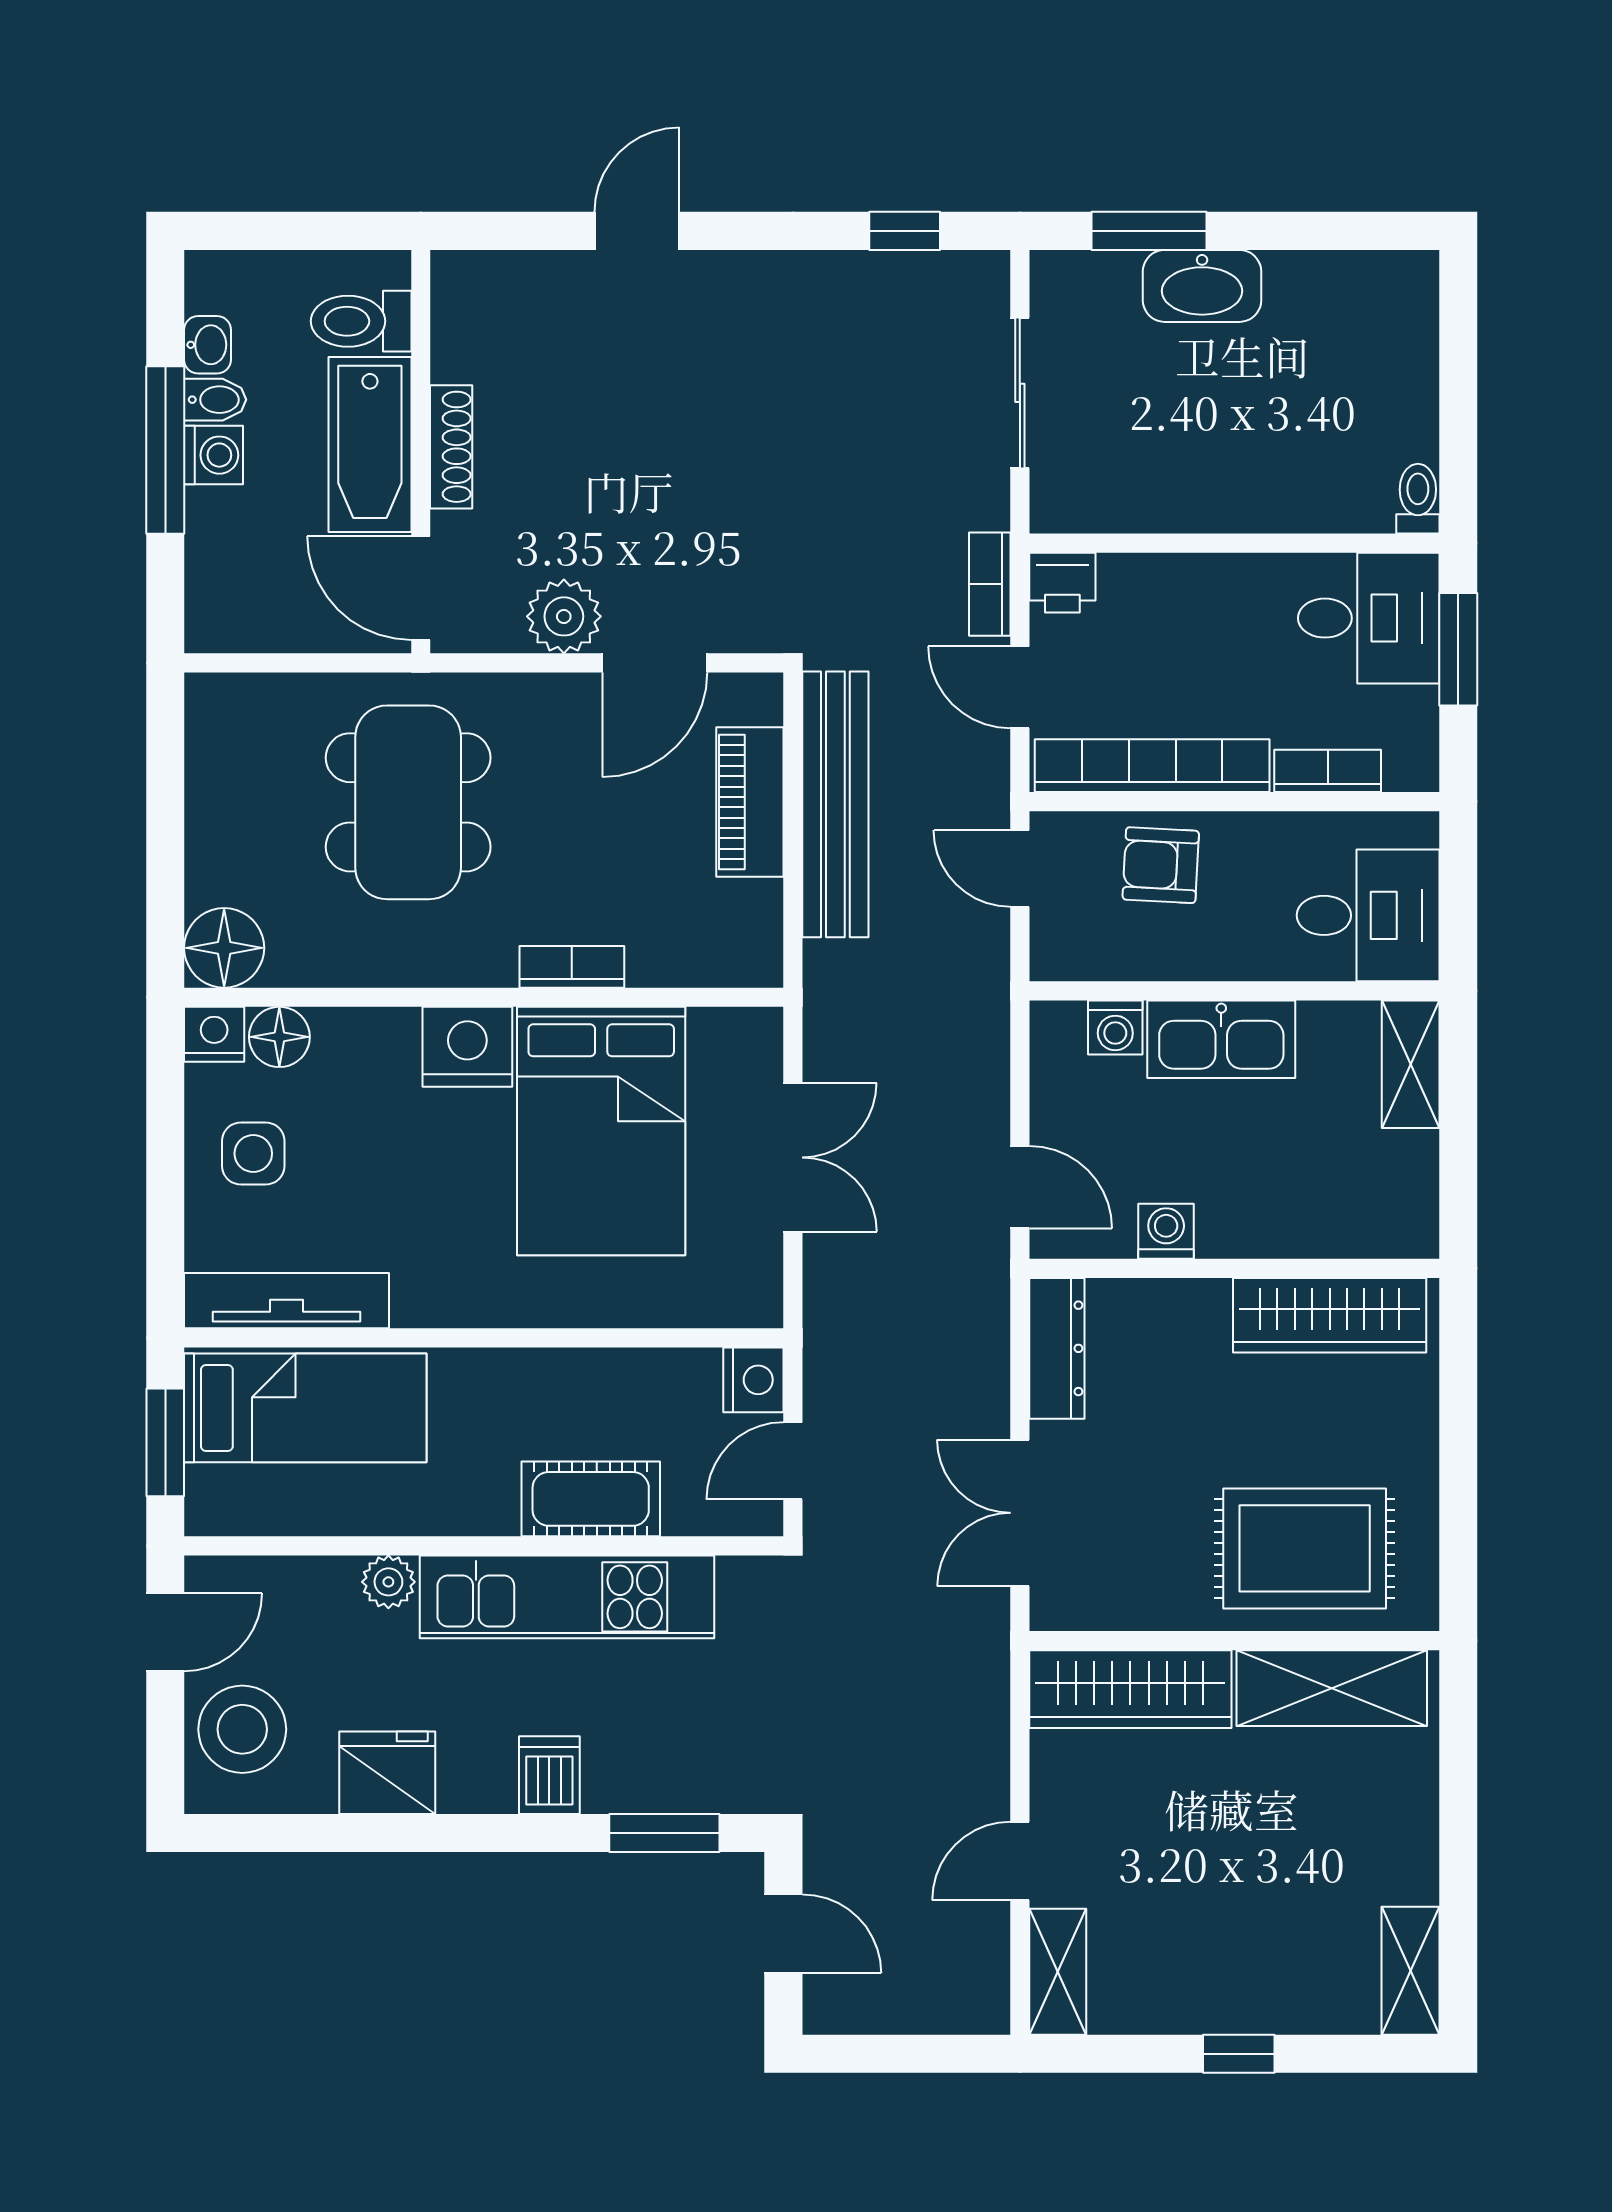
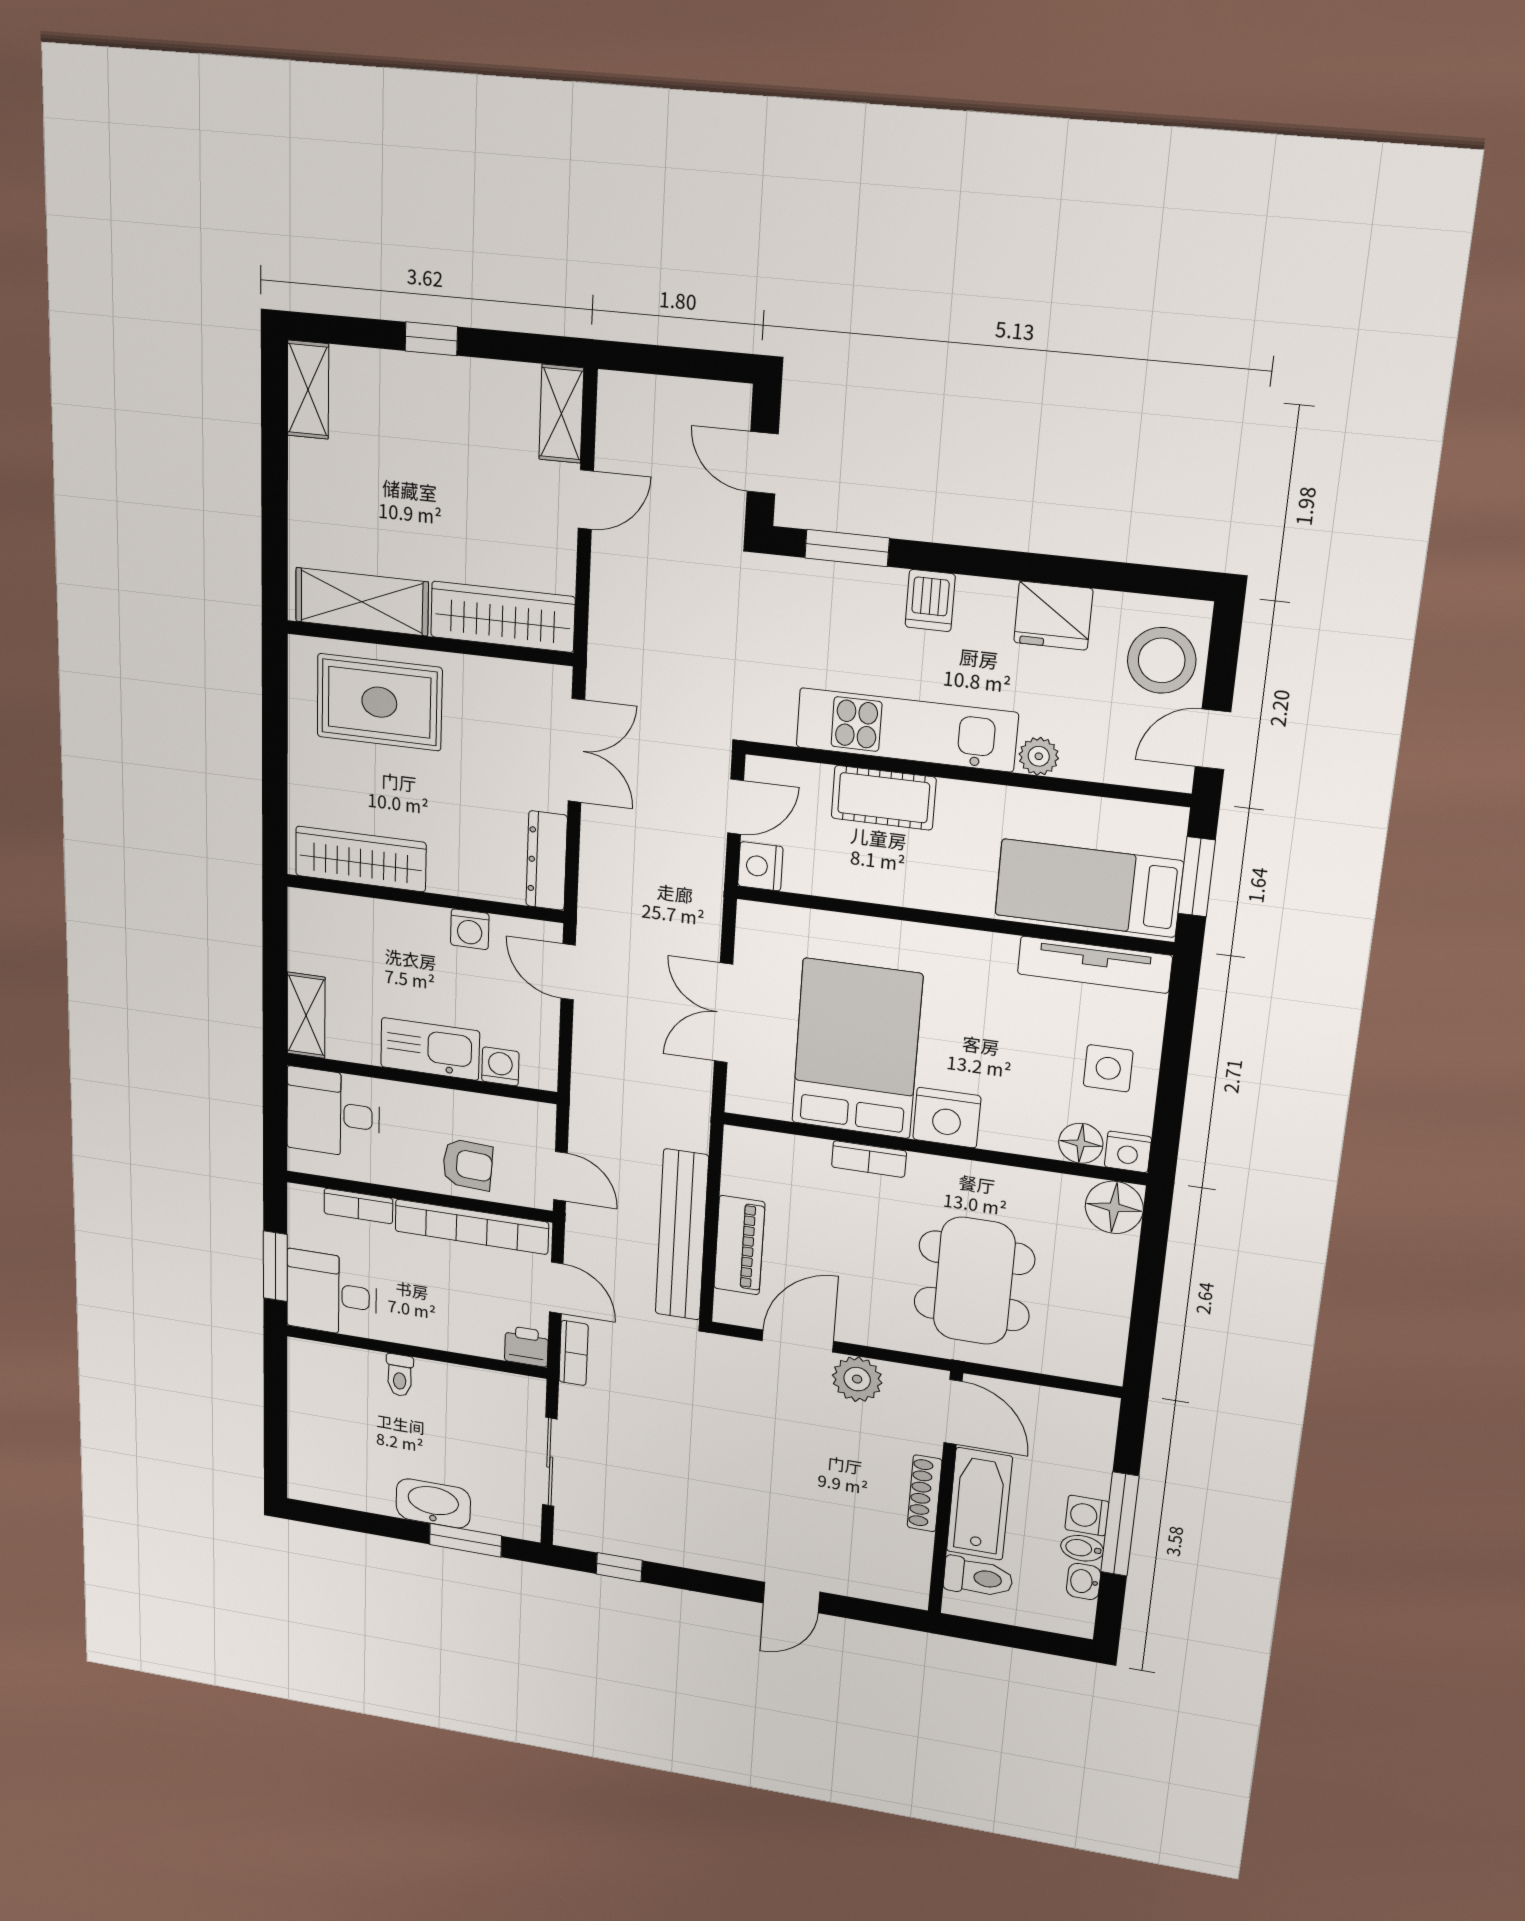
toilet: (1418, 499) -> (400, 1375), moved

